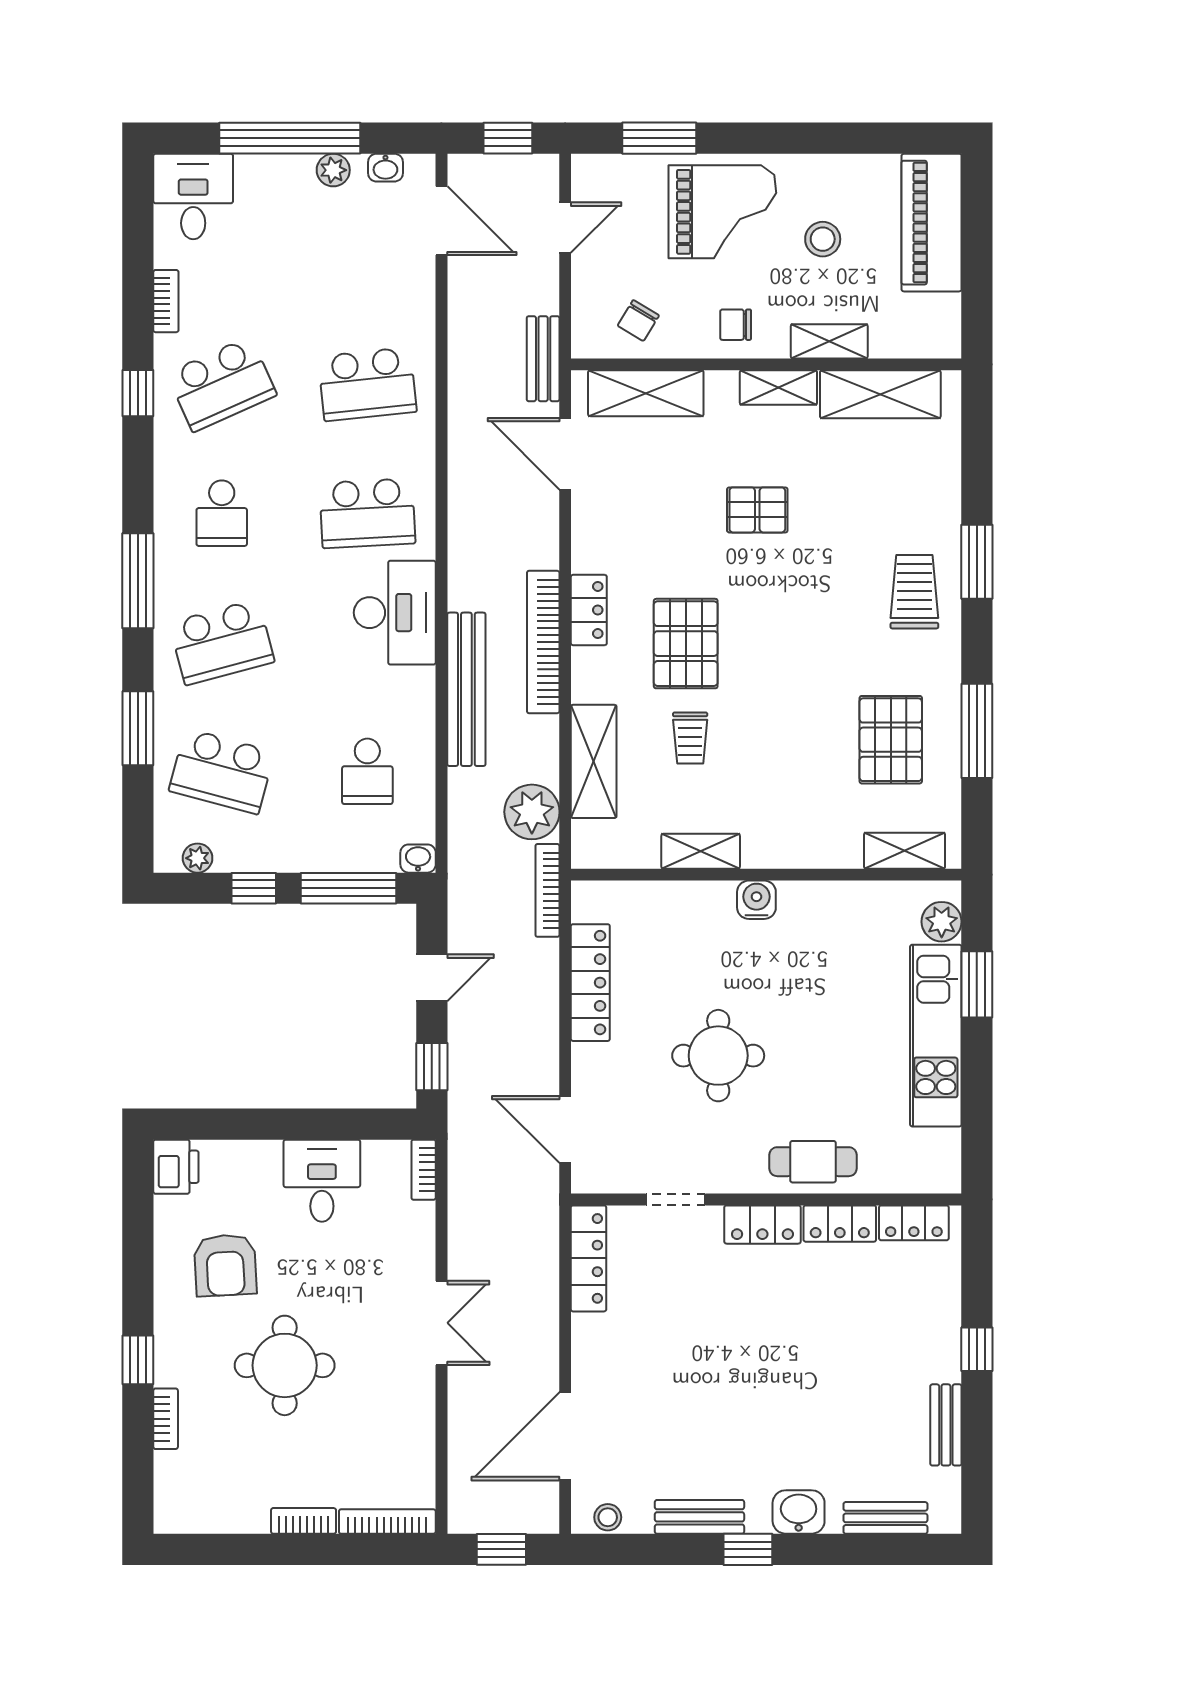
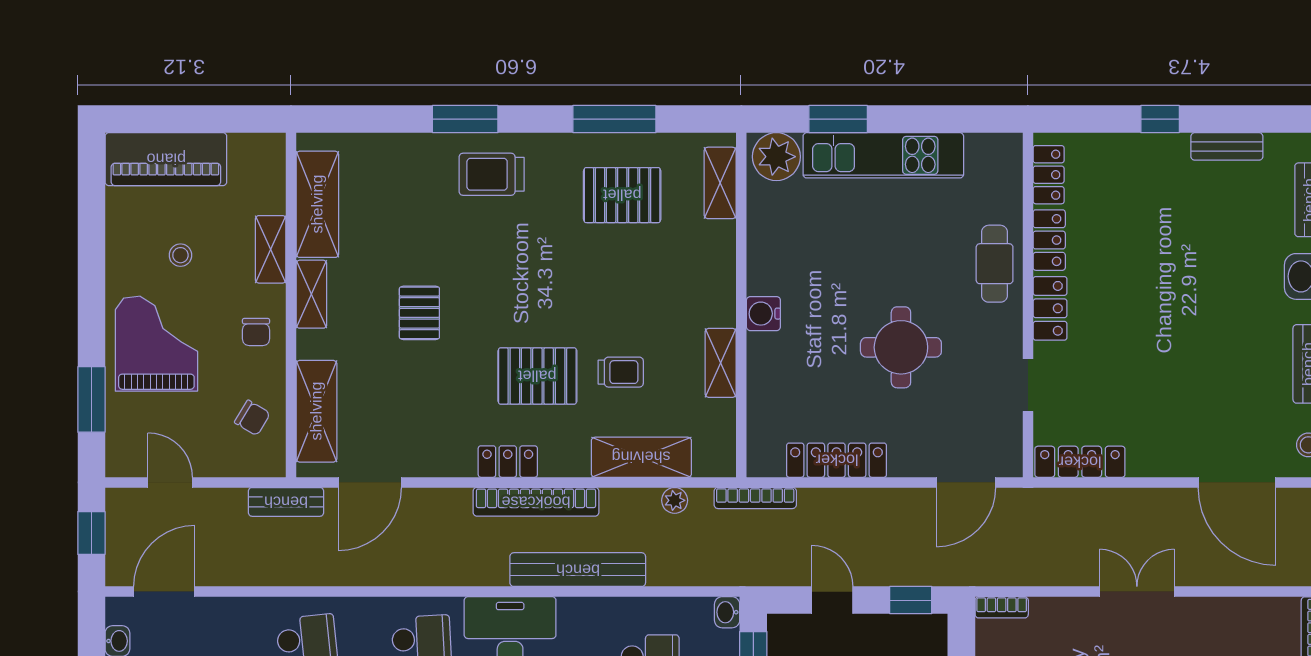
stool: (823, 239) -> (180, 255), width x0.73, depth x0.73
plant: (532, 812) -> (675, 500), width x0.53, depth x0.53
plant: (942, 922) -> (776, 157), width x1.36, depth x1.36

